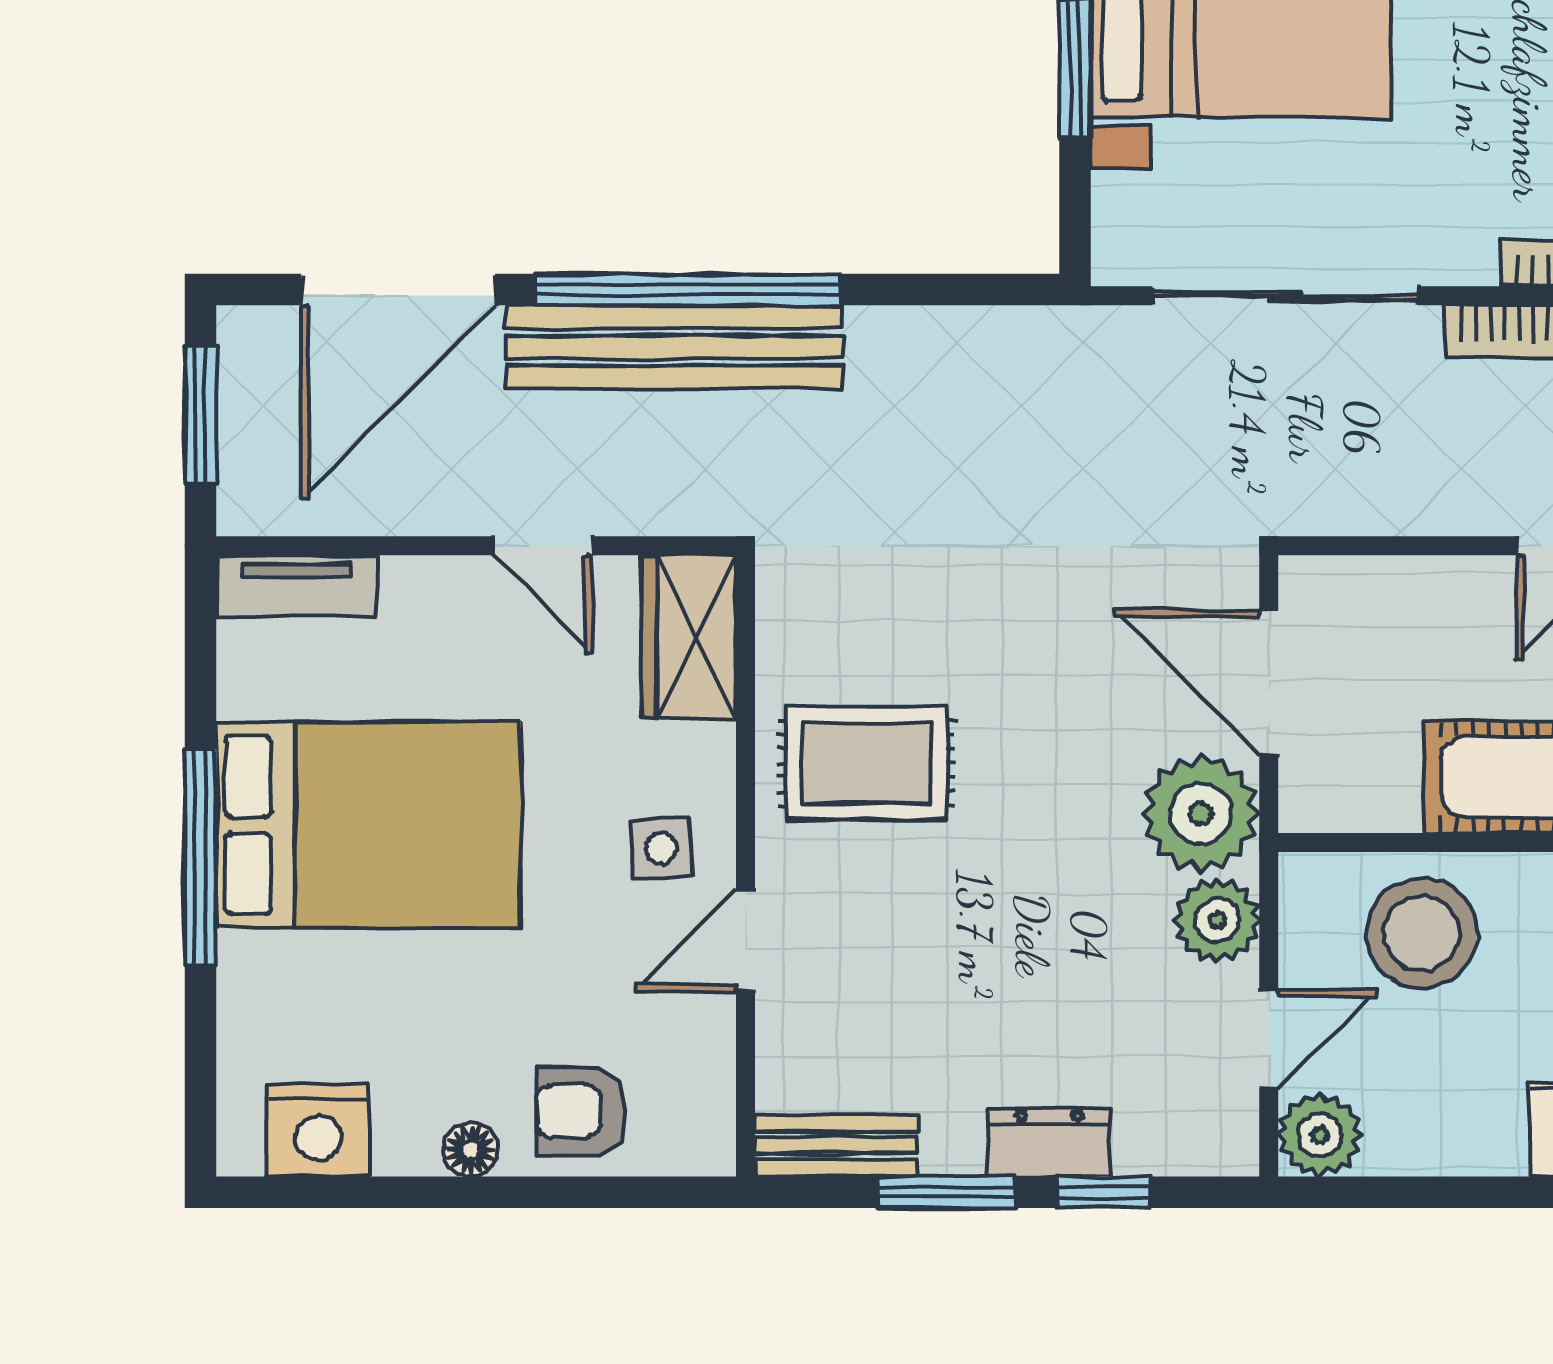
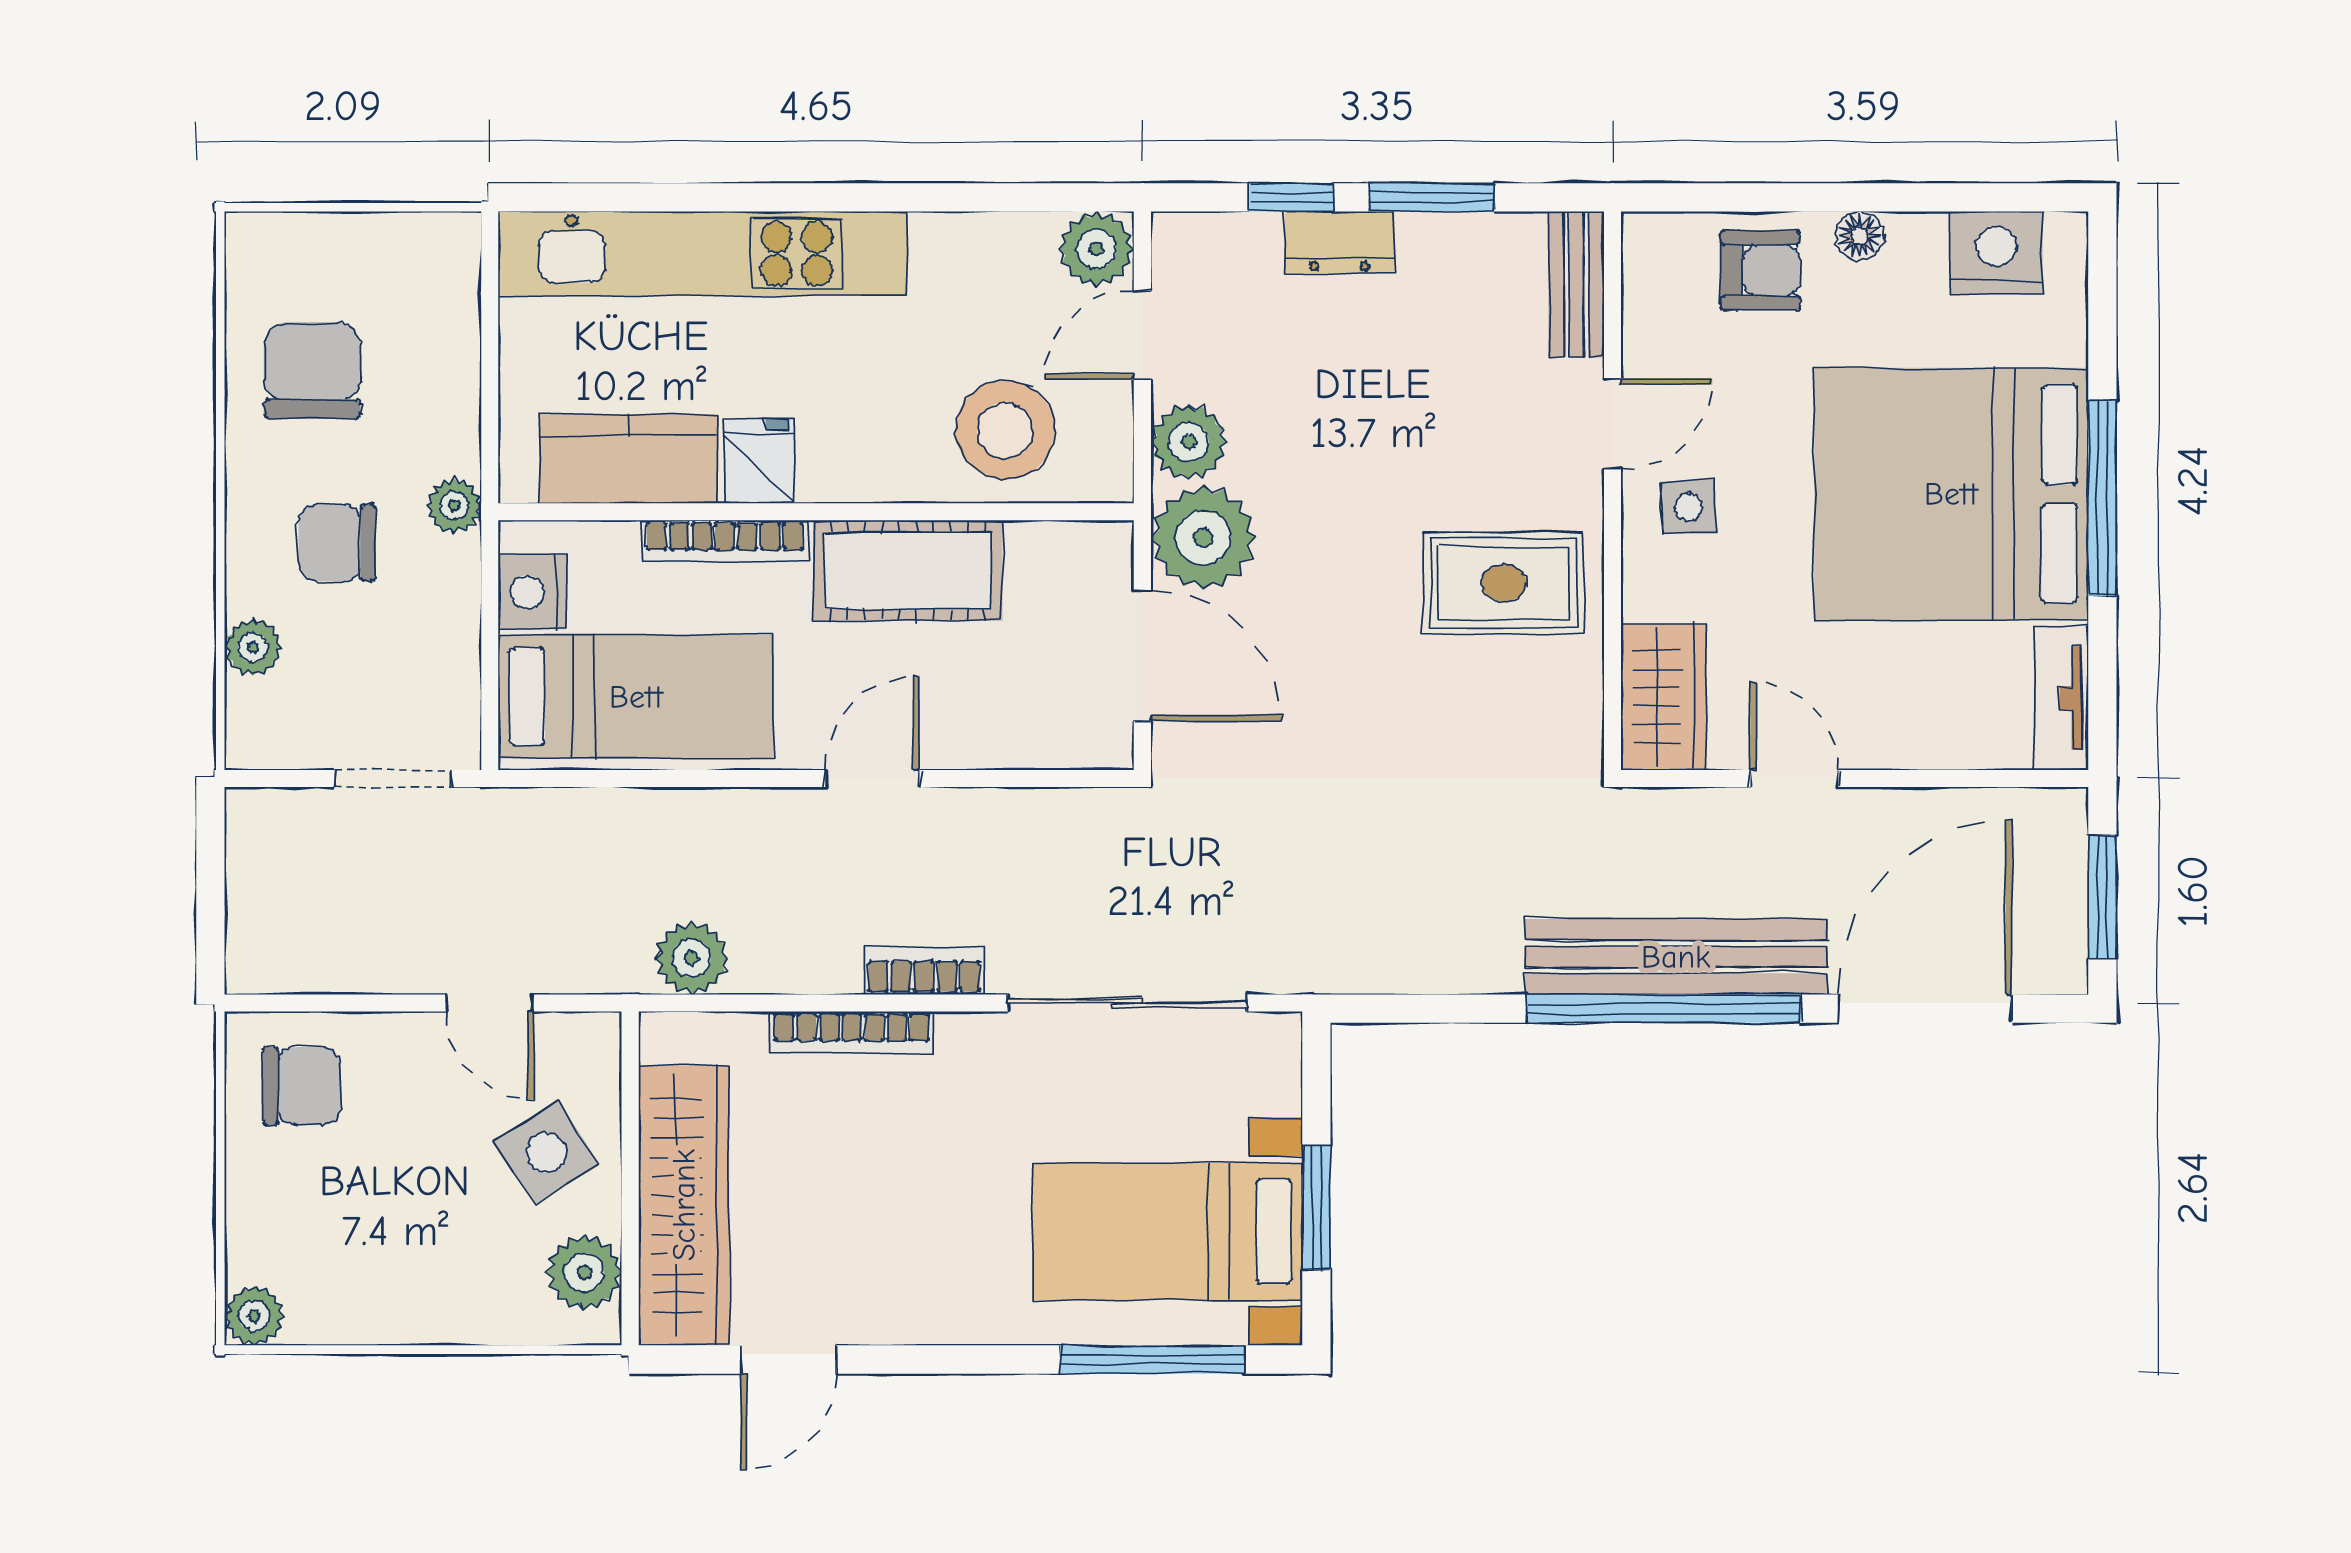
tv unit: (297, 586) -> (2061, 698), moved, turned -90
bed: (368, 825) -> (1951, 494), width x1.36
bench: (836, 1146) -> (1576, 285), moved, turned 90

